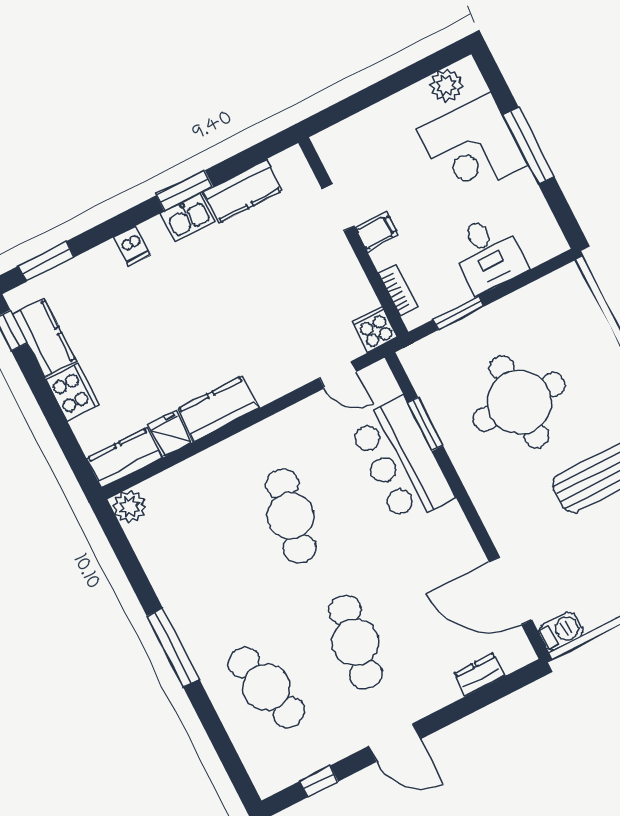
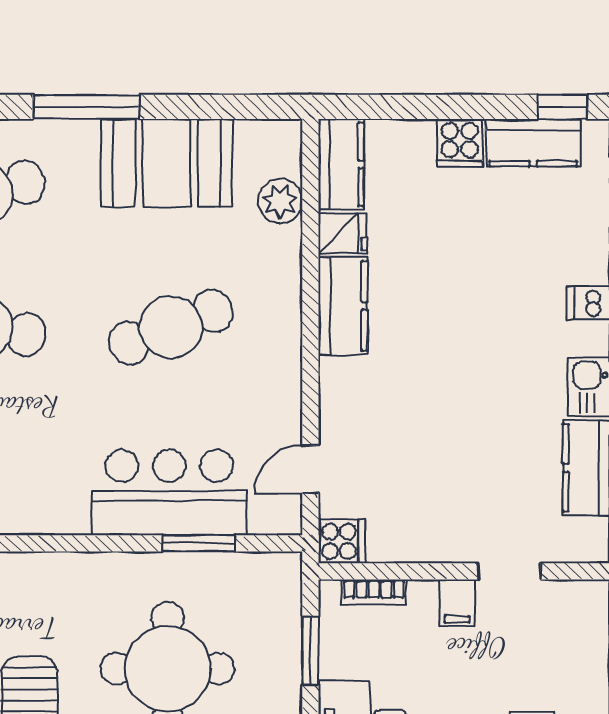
cooker: (73, 392) -> (460, 143), width x0.73
plant: (130, 507) -> (280, 201), moved
cafe table: (291, 516) -> (171, 327), turned -33
booth: (183, 575) -> (167, 163), added

